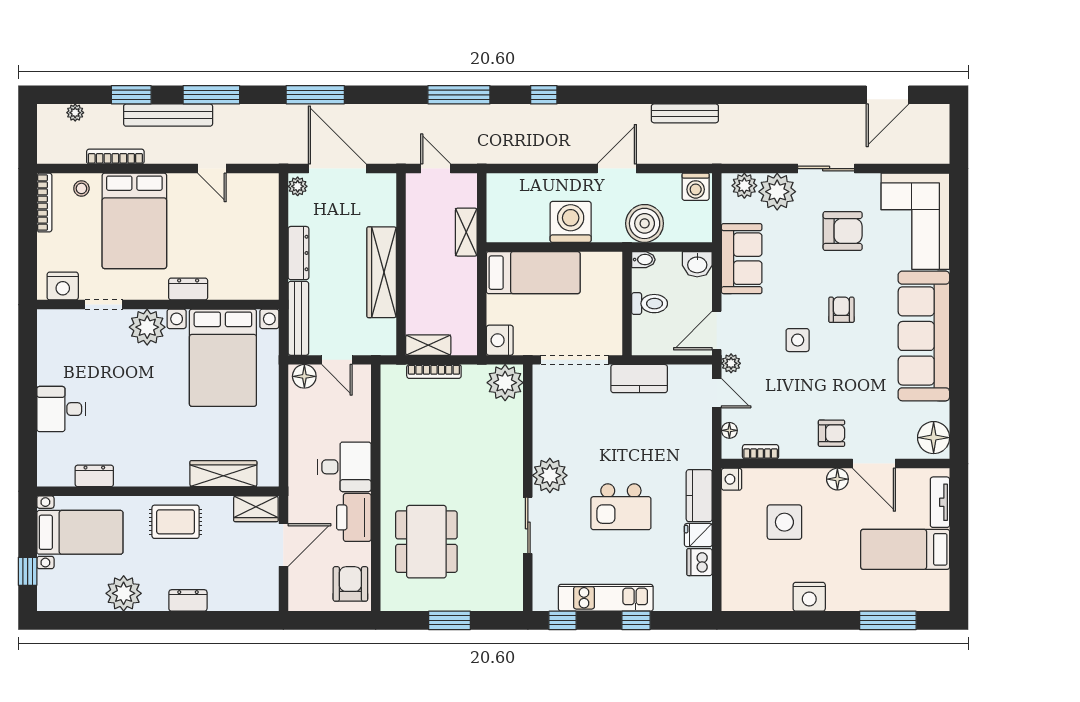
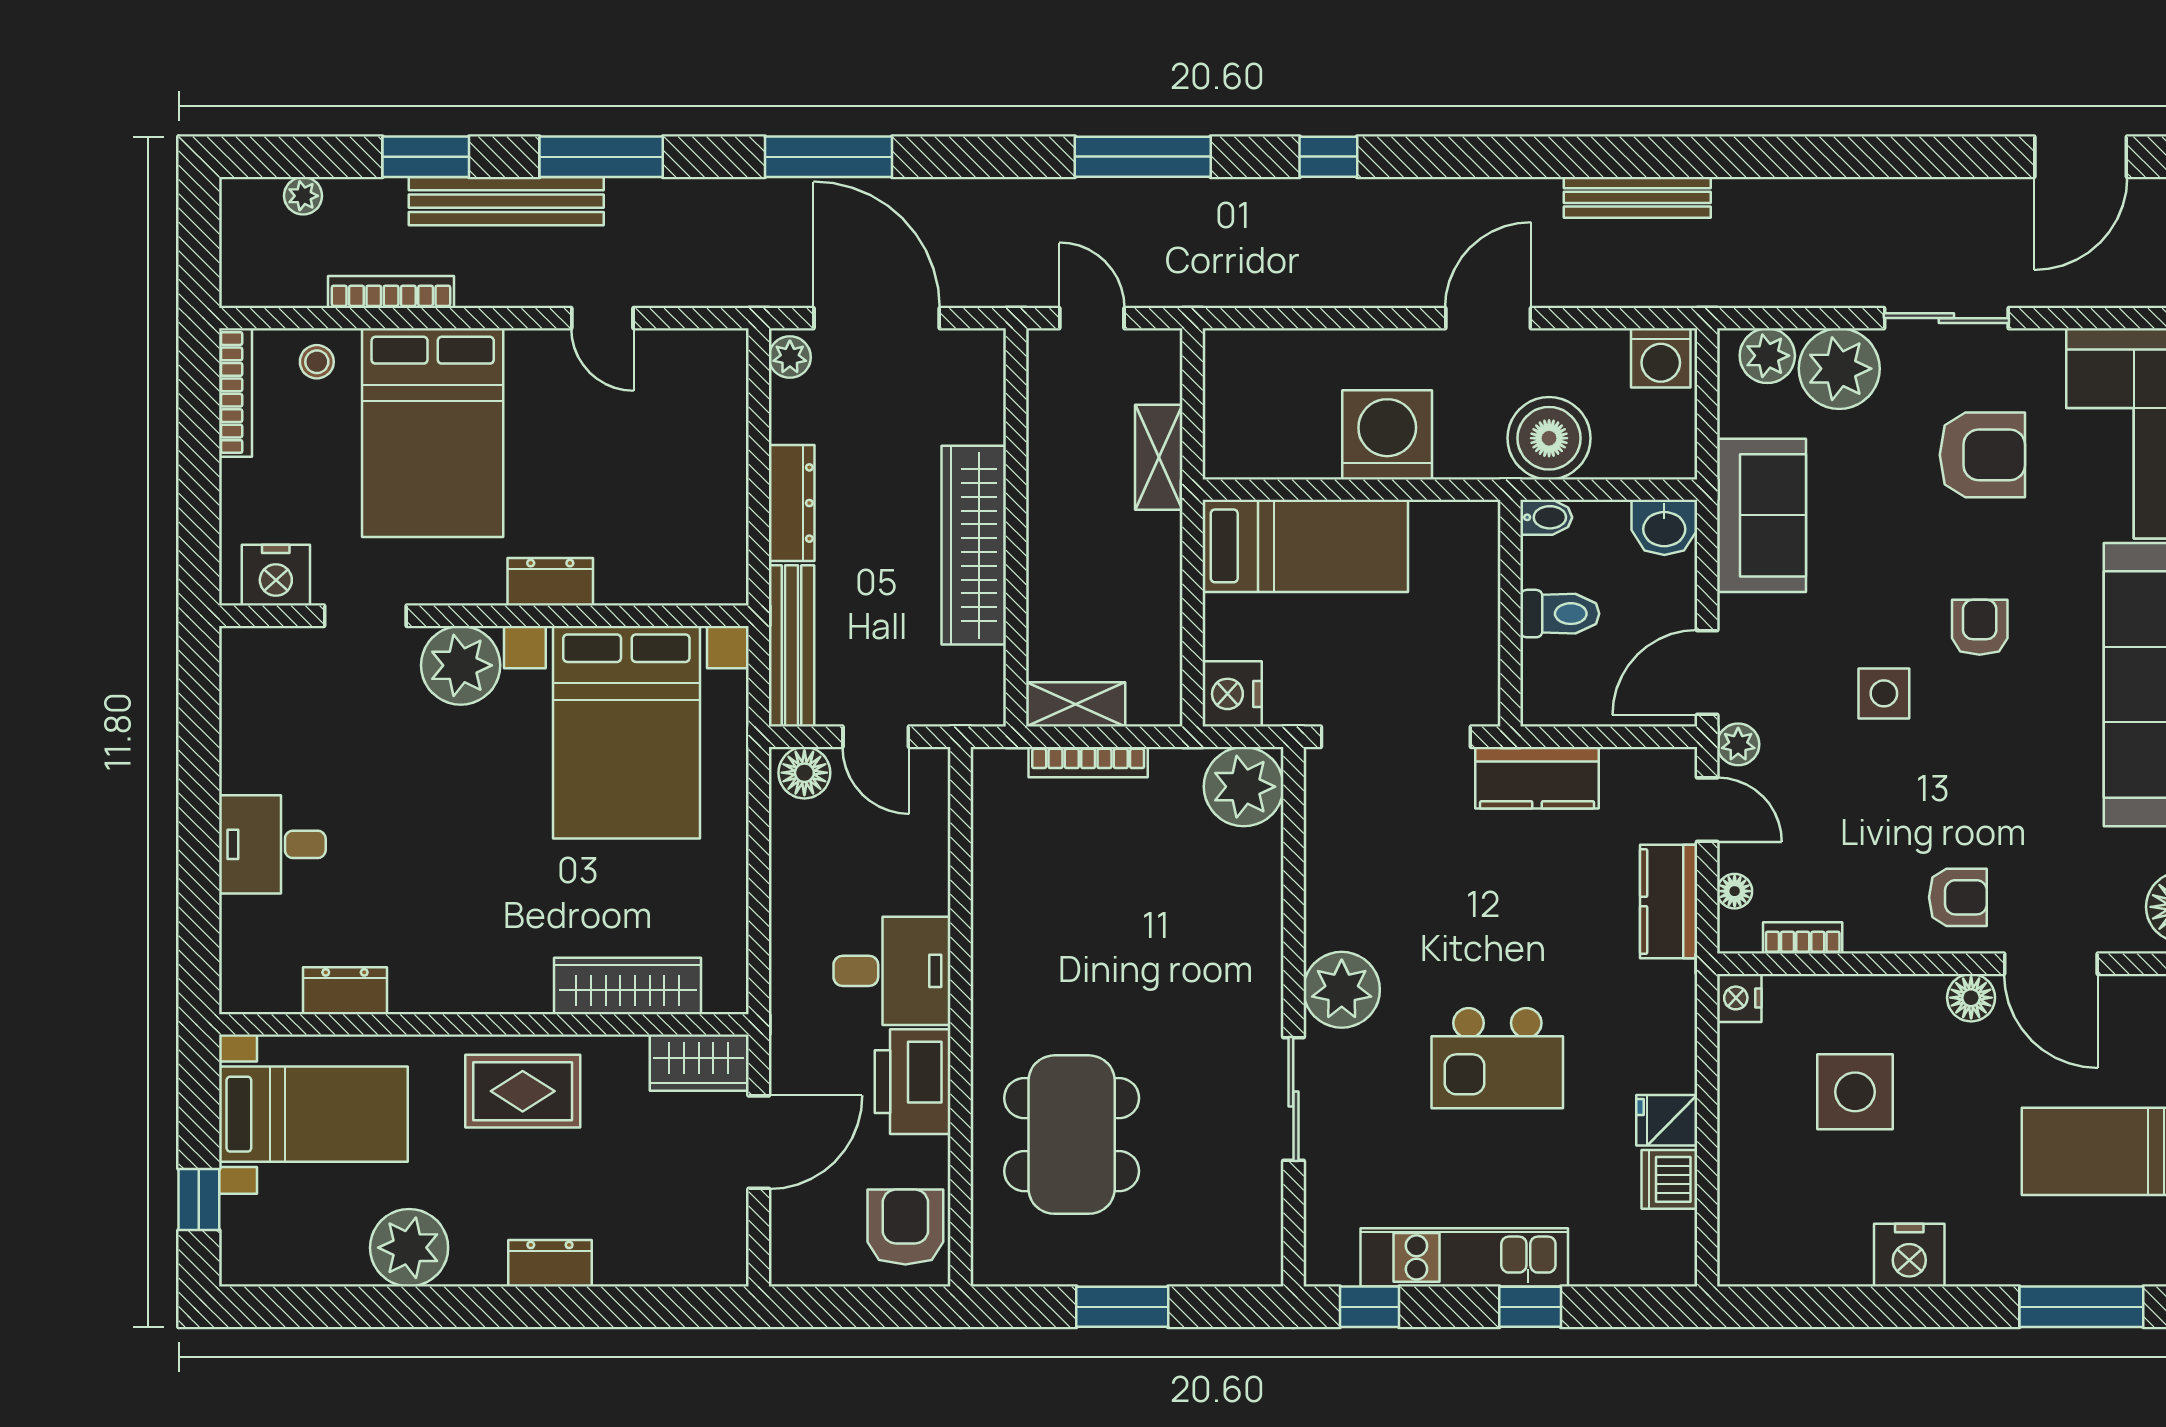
kitchen counter: (699, 496) -> (1669, 901), moved

